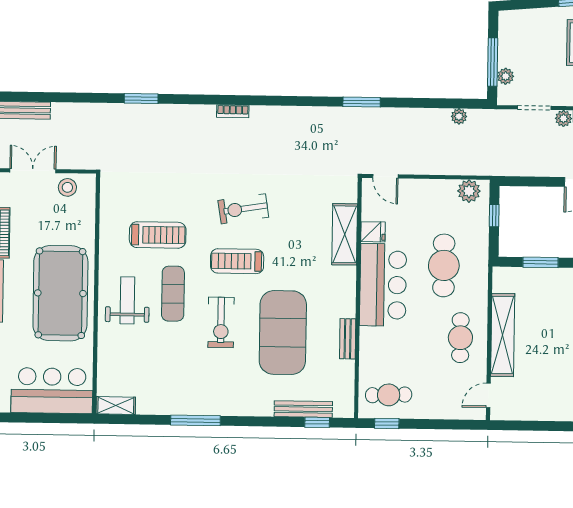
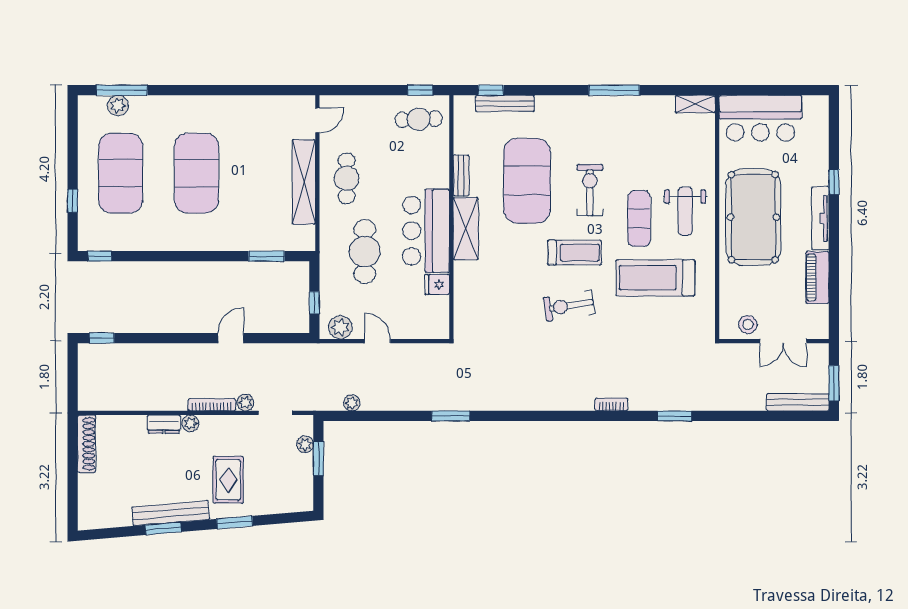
window: (493, 62) -> (318, 459), width x0.69
bookcase: (233, 111) -> (611, 404), moved
door: (385, 176) -> (377, 341), moved
exercise bike: (243, 209) -> (569, 306), turned 180
shelving: (345, 234) -> (466, 229), moved
treadmill: (158, 235) -> (656, 278), width x1.37, depth x1.38

